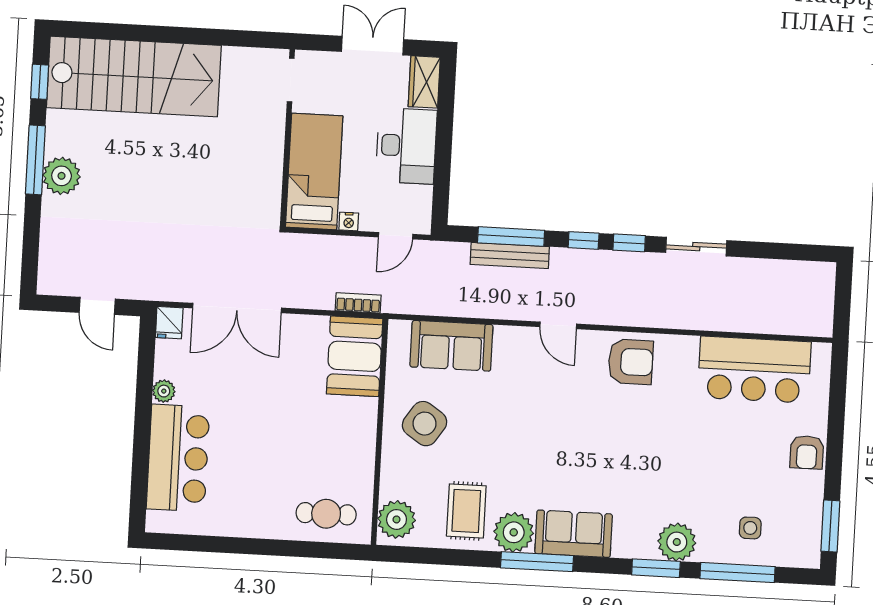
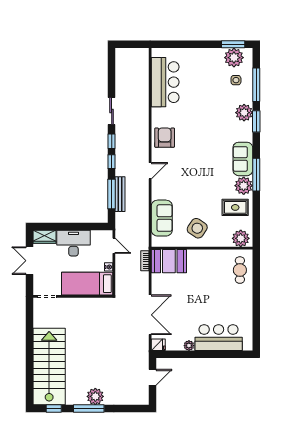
armchair: (807, 452) -> (201, 57), removed
plant: (801, 526) -> (234, 58), added

